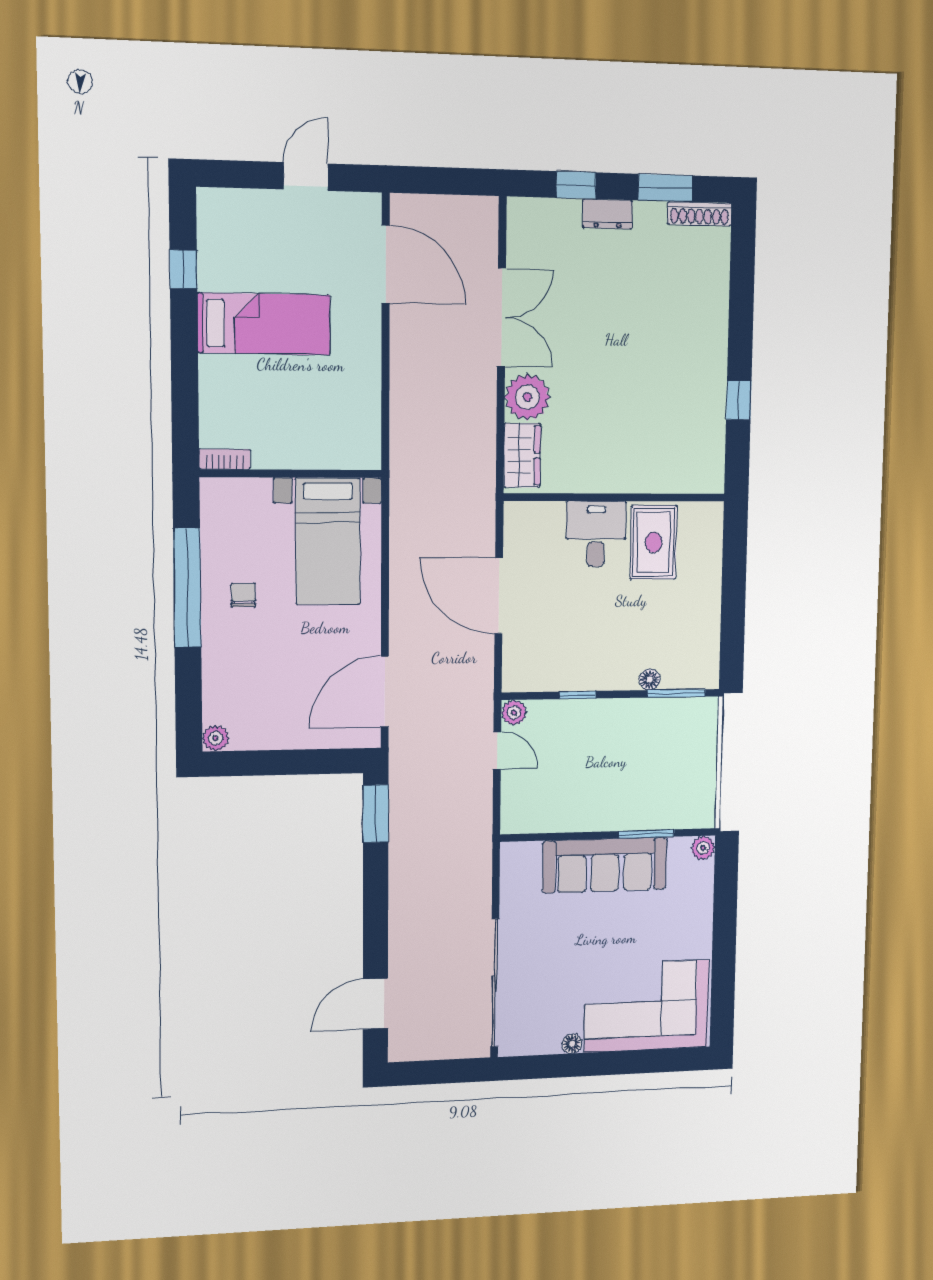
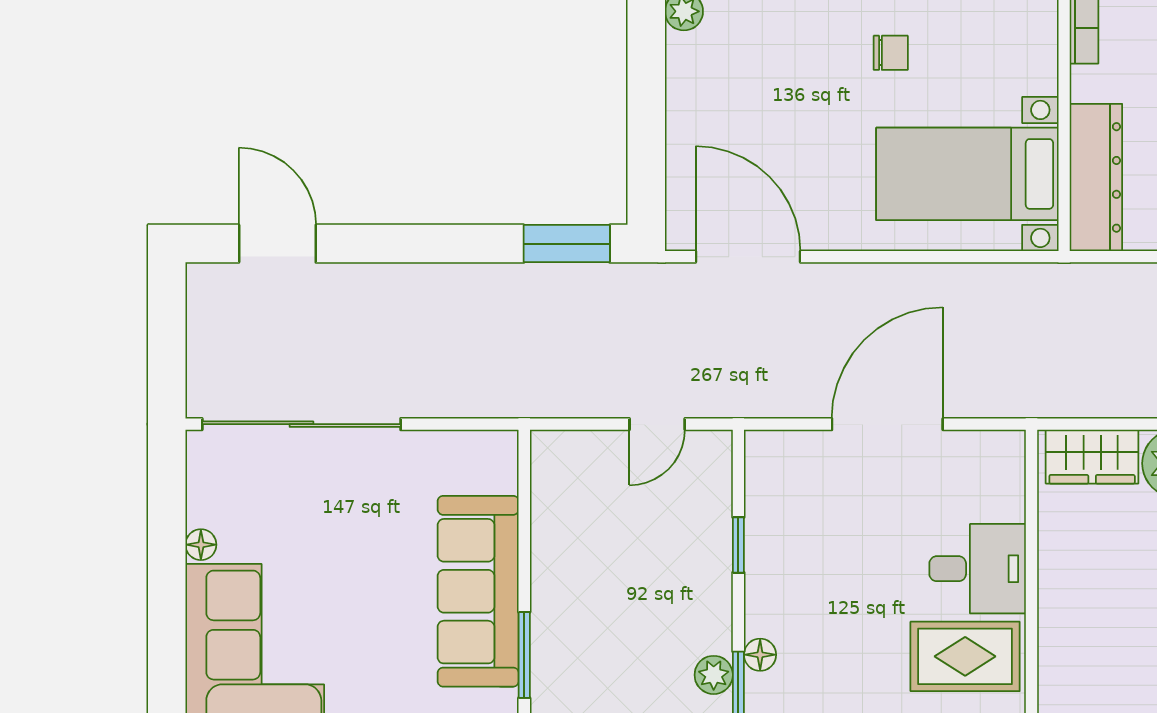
dresser: (330, 451) -> (1096, 177), added
plant: (514, 713) -> (714, 675), moved

